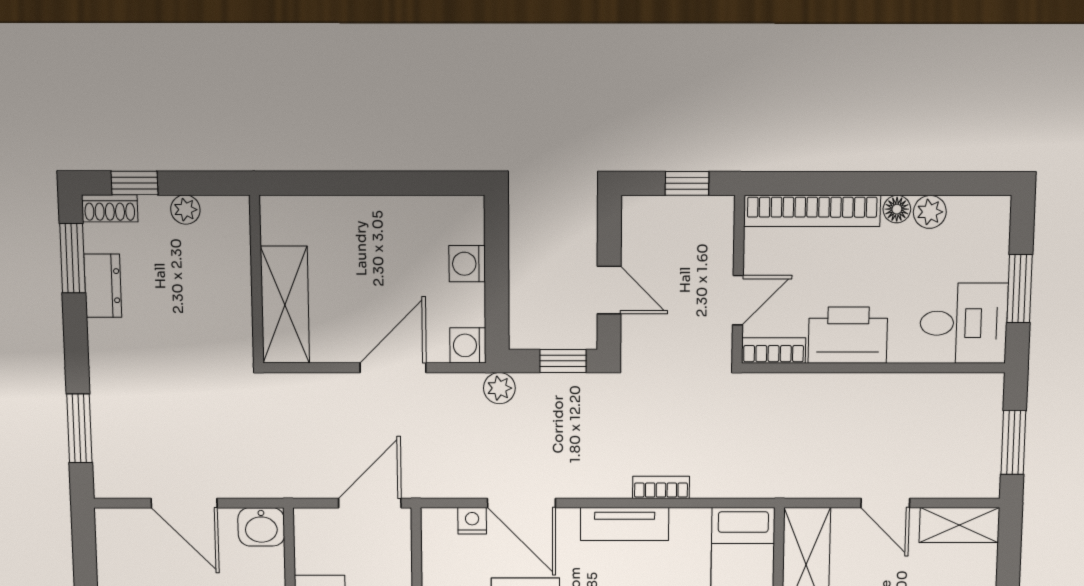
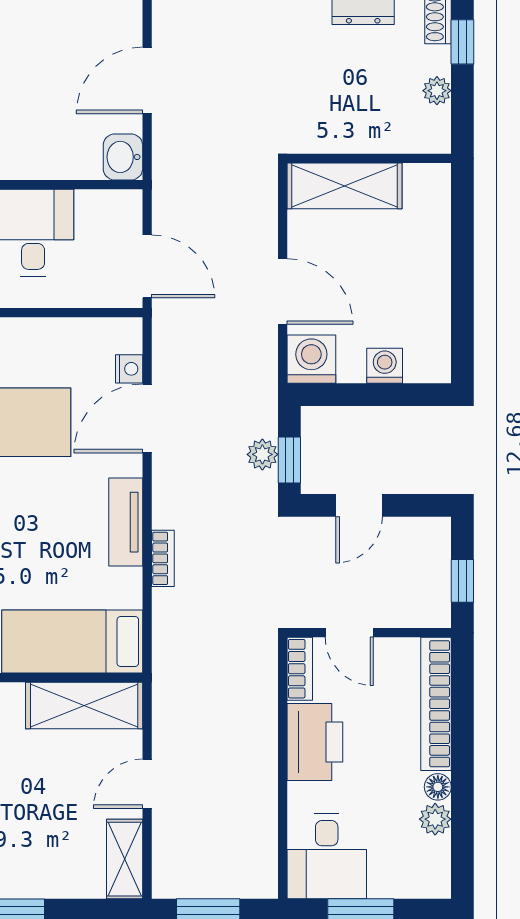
washing machine: (468, 345) -> (311, 359), width x1.38, depth x1.38
plant: (499, 388) -> (262, 454), moved

